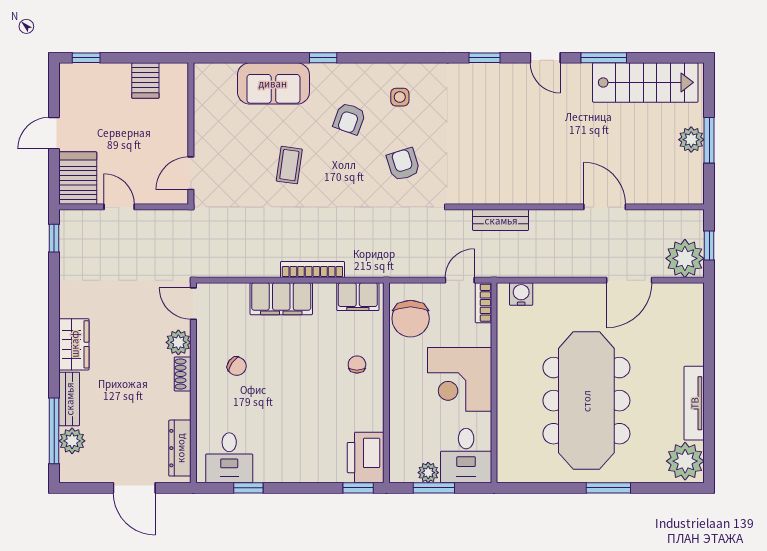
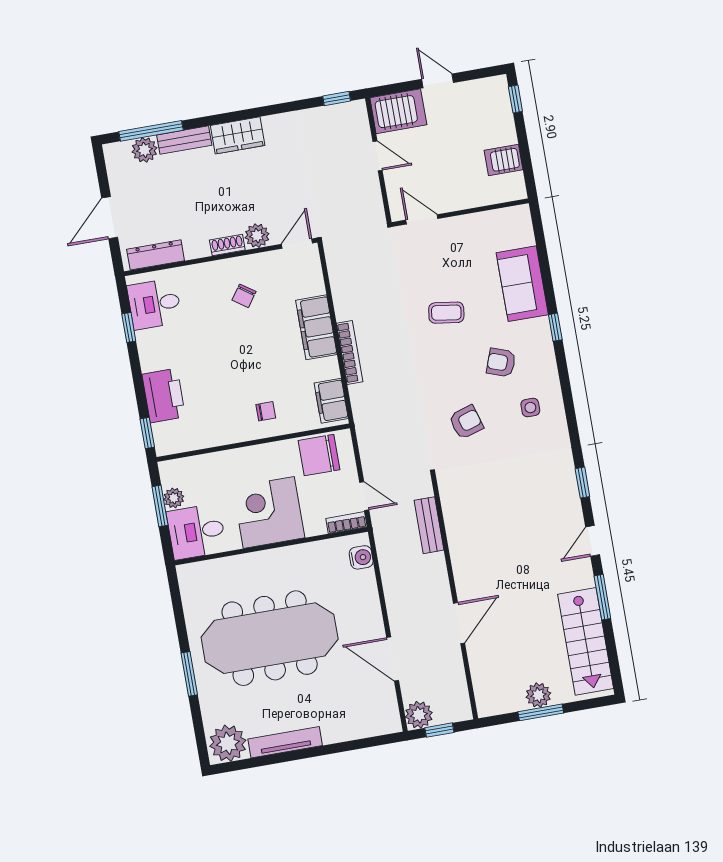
door: (119, 207) -> (378, 156), hinge flipped
plant: (685, 258) -> (419, 715), width x0.73, depth x0.73
printer: (366, 458) -> (164, 395), moved, turned 90

